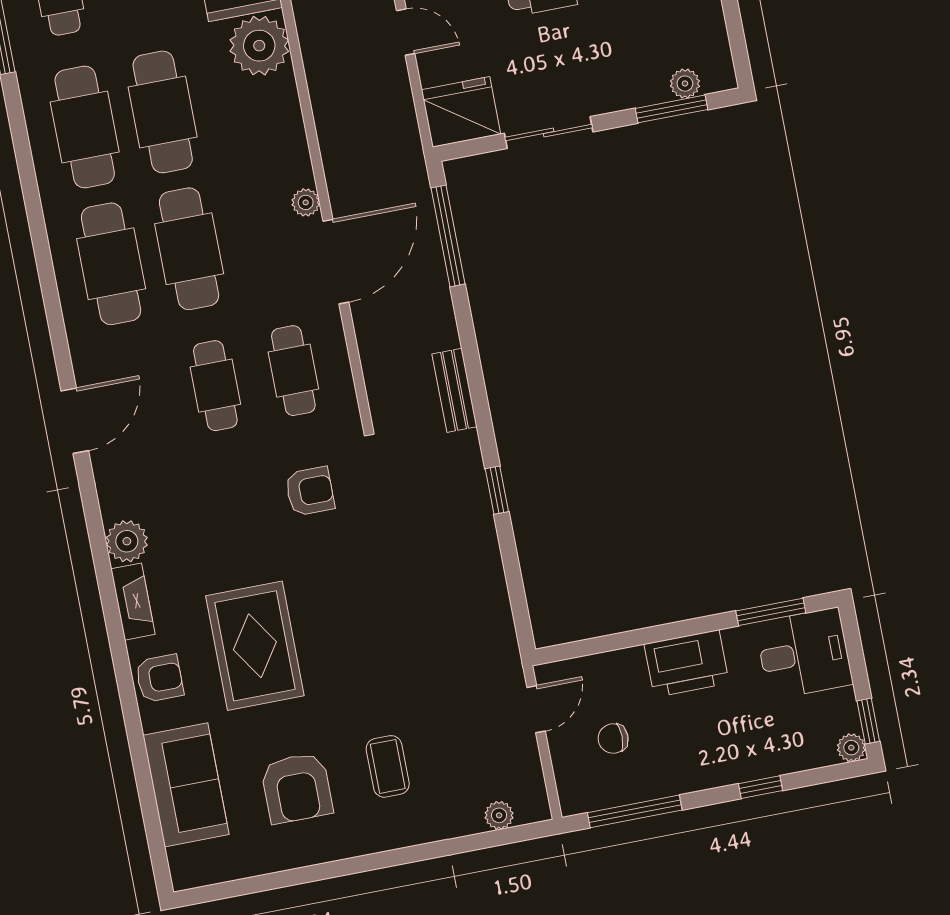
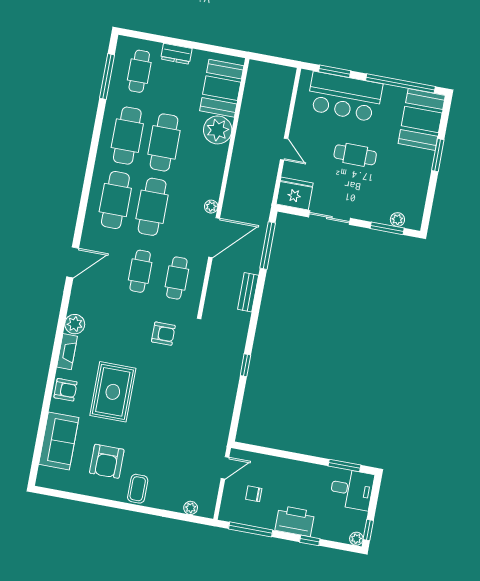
bench: (455, 390) -> (248, 292), moved
printer: (687, 664) -> (295, 521), moved, turned 180
coffee table: (388, 766) -> (138, 489), moved

